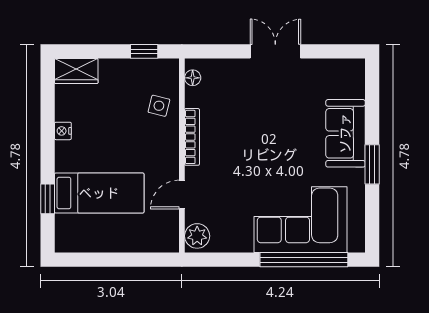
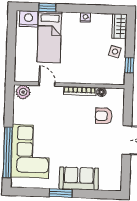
floor lamp: (193, 78) -> (101, 92), moved
armchair: (234, 94) -> (104, 116), added
side table: (159, 106) -> (115, 52), moved
nightstand: (69, 231) -> (29, 19), added

